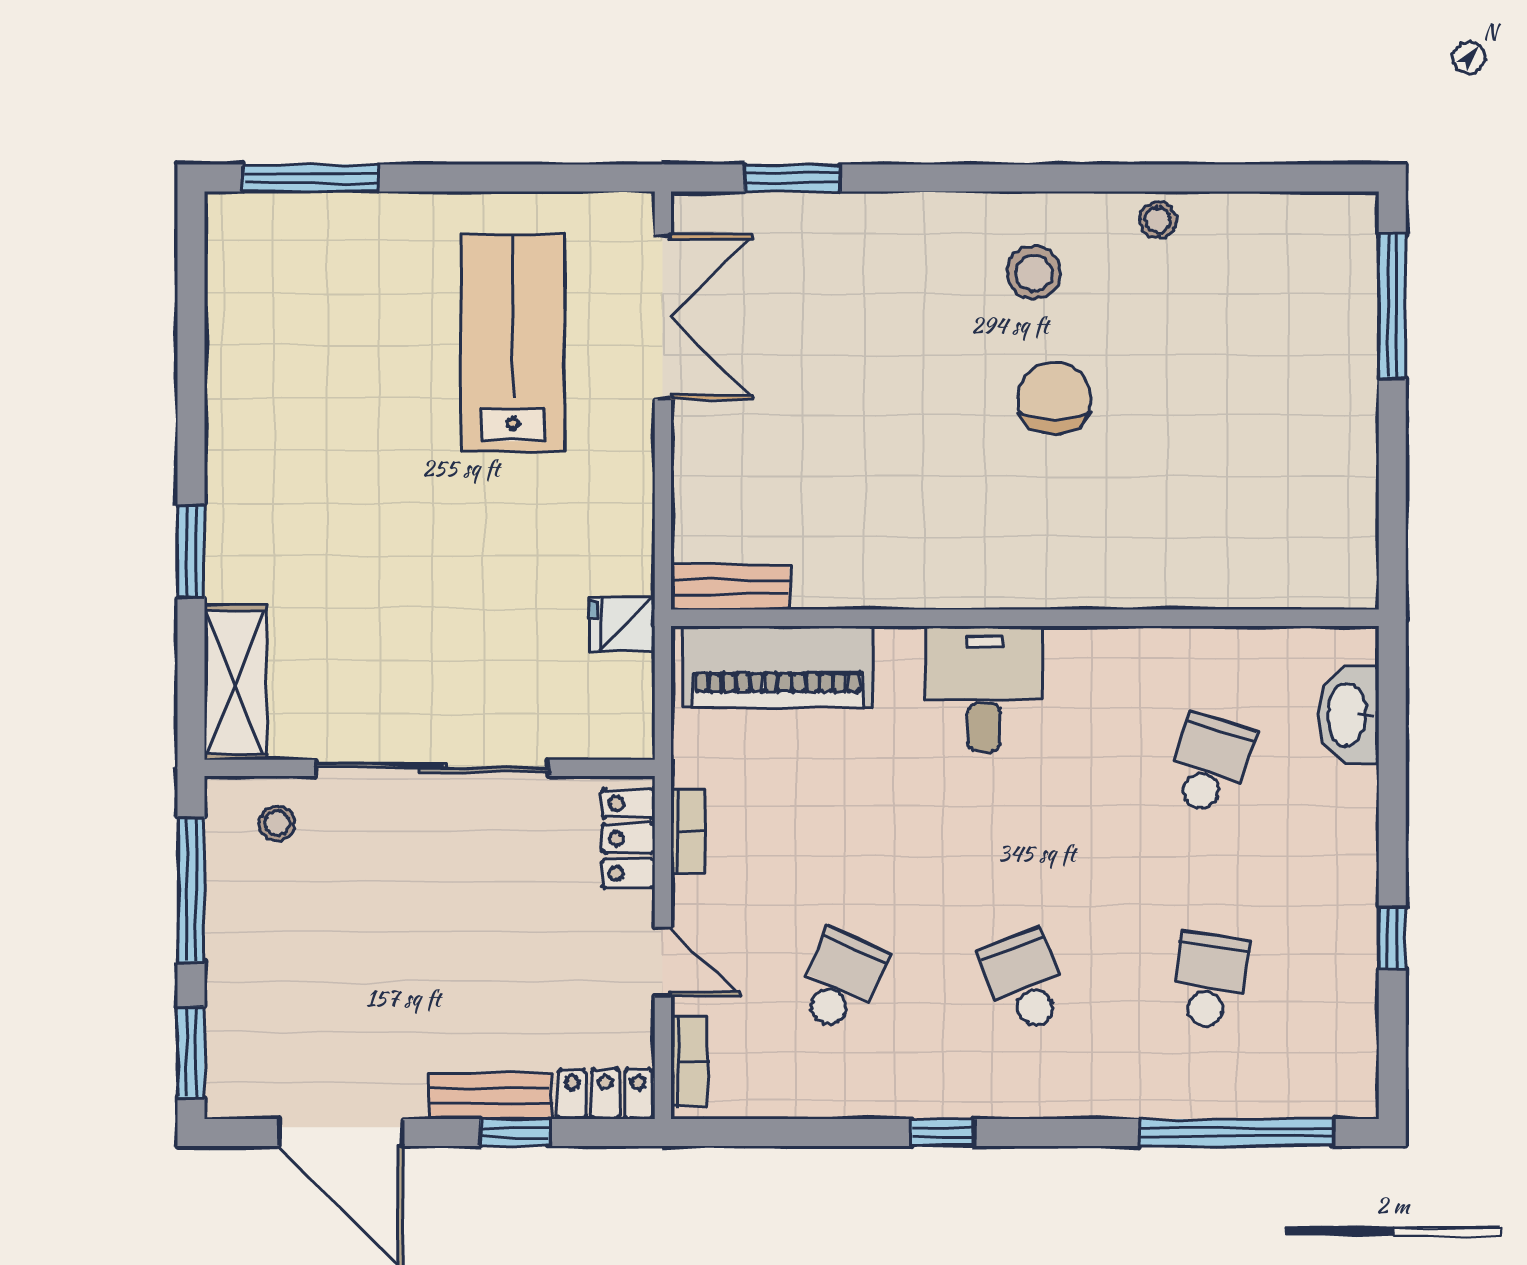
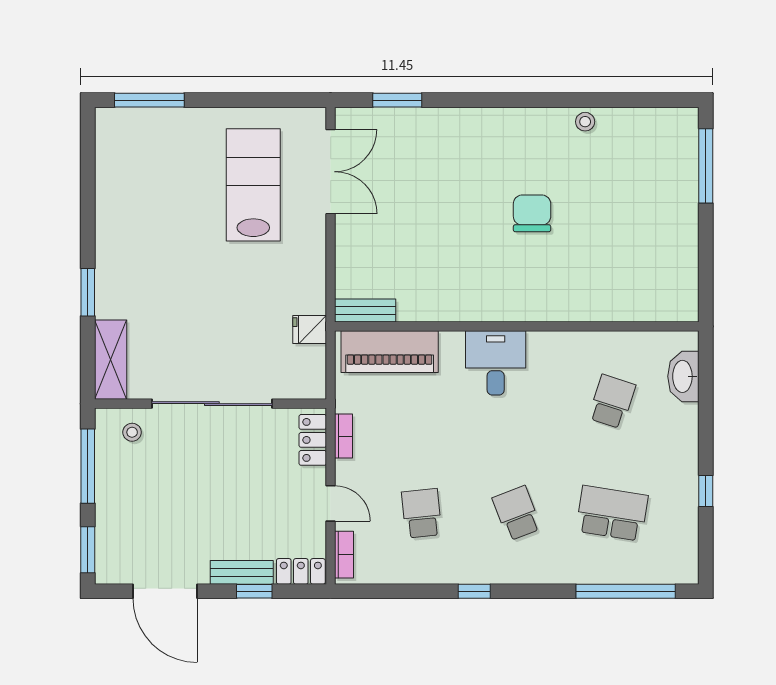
stool: (1034, 273) -> (521, 149), removed
school desk: (840, 981) -> (422, 513), turned -30
school desk: (1210, 981) -> (612, 513), width x1.85

